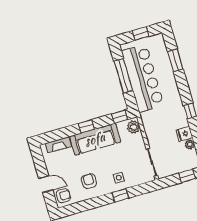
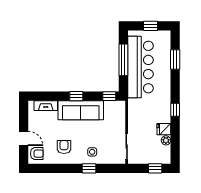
plant: (133, 127) -> (119, 109), removed

